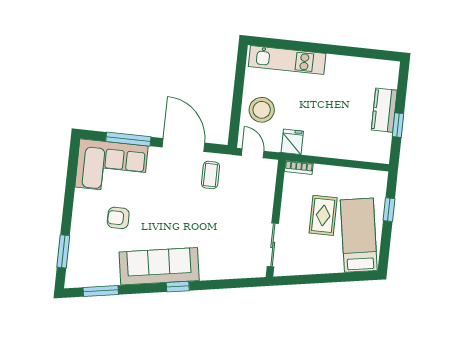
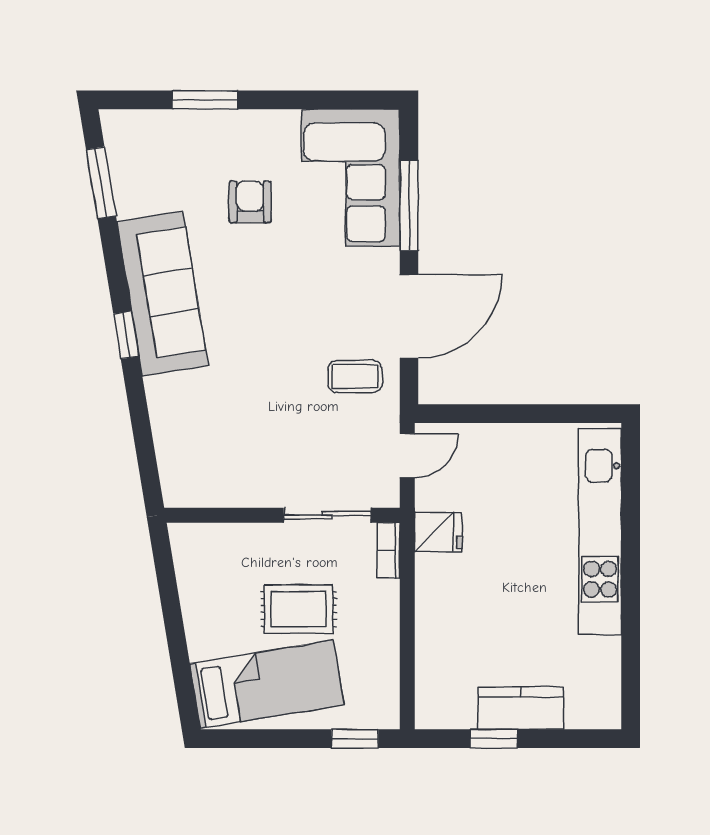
kitchen unit: (287, 60) -> (600, 532), width x1.36
stool: (262, 110) -> (496, 464), removed
window: (389, 210) -> (355, 739), moved
sliding door: (273, 245) -> (327, 515), moved
window: (63, 251) -> (205, 100), moved

